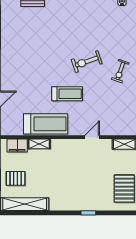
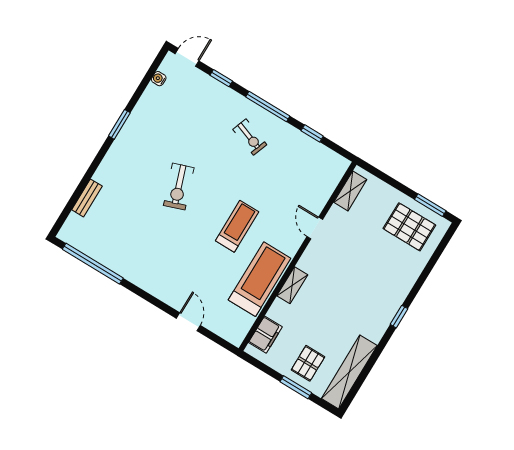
exercise bike: (87, 61) -> (179, 187), moved
shelving: (39, 144) -> (292, 285), moved
window: (88, 213) -> (399, 317), moved

